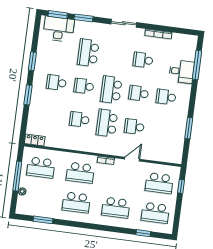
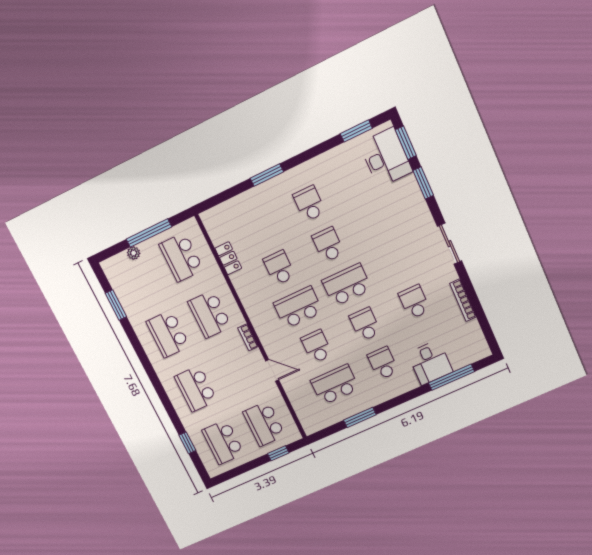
school desk: (88, 53) -> (335, 385), moved
window: (32, 61) -> (356, 131), moved
locker: (35, 140) -> (228, 258), moved

